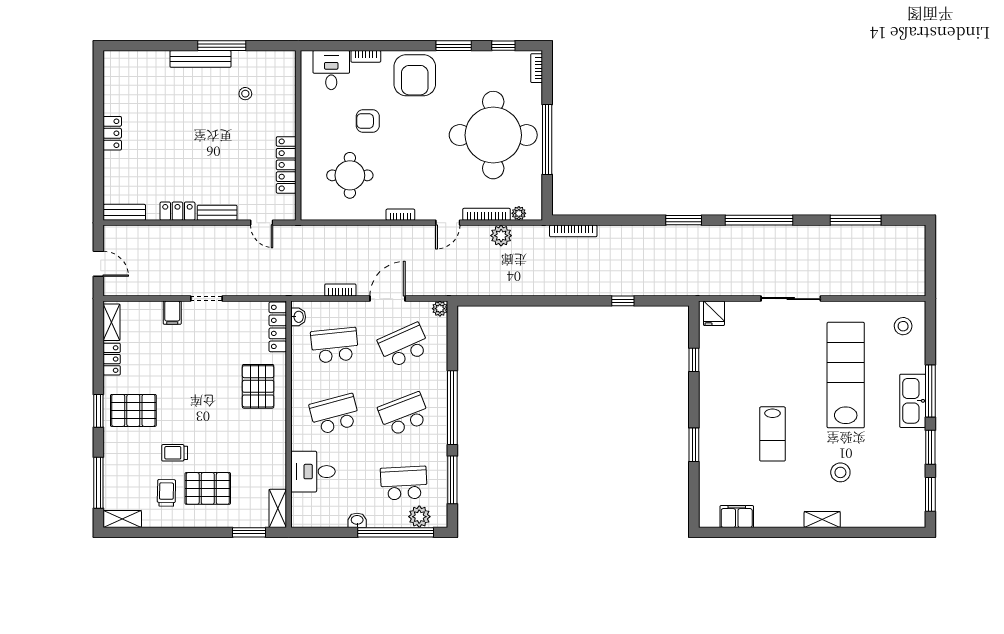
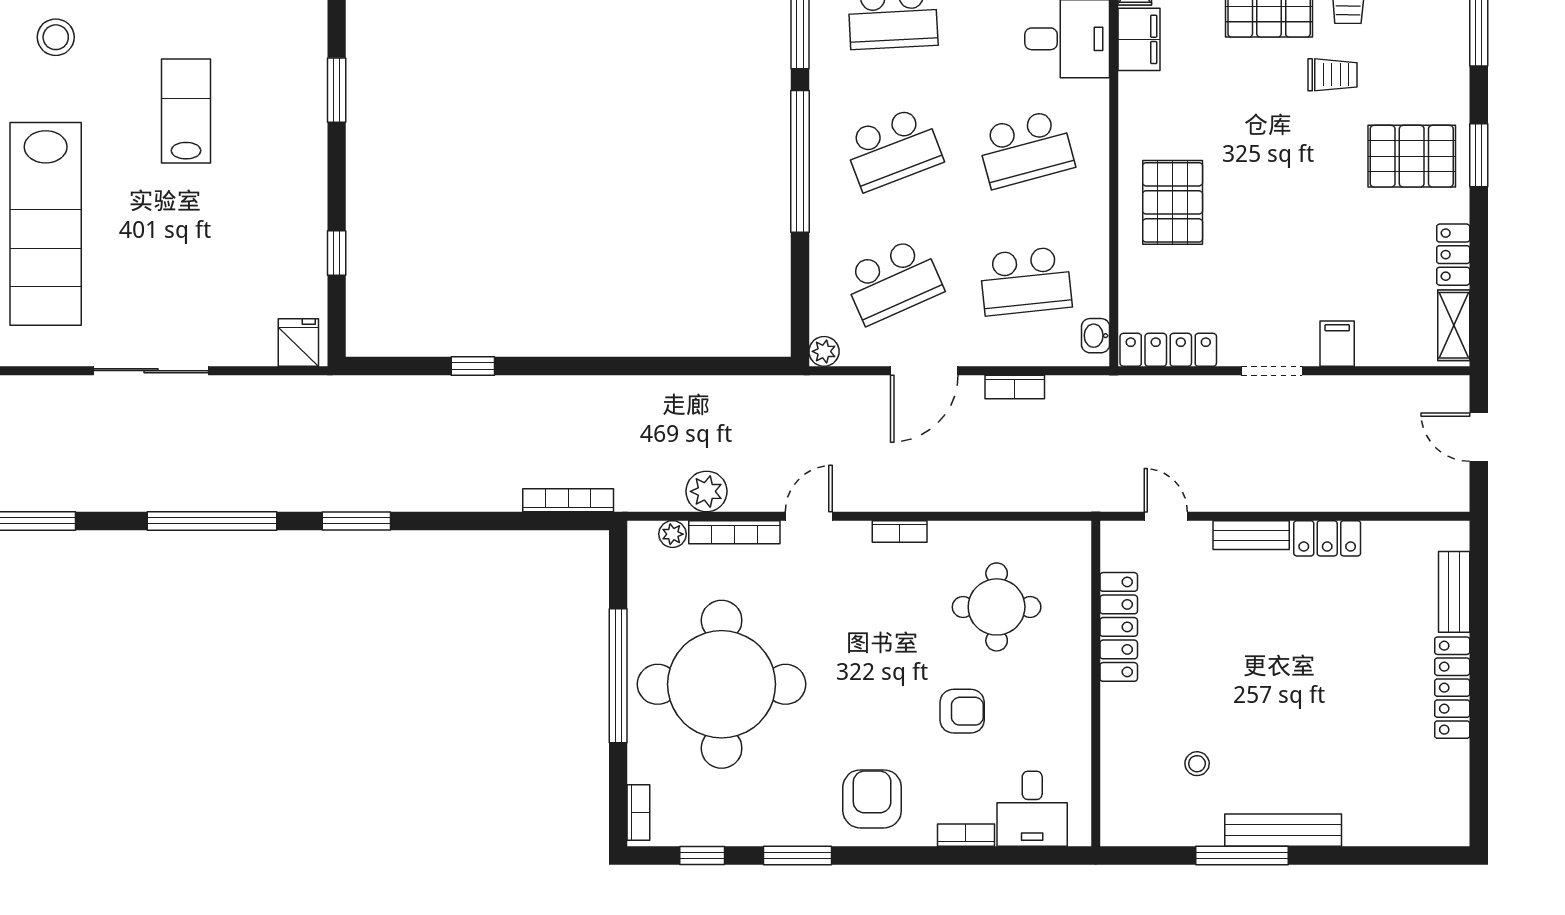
armchair: (415, 75) -> (872, 799), width x0.73, depth x0.73
locker: (112, 133) -> (1452, 688), width x1.53
bench: (124, 212) -> (1454, 592), moved, turned 90
locker: (278, 327) -> (1168, 350), moved, turned -90
filing cabinet: (276, 471) -> (1139, 39), added

